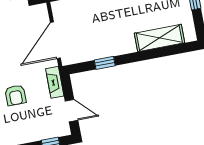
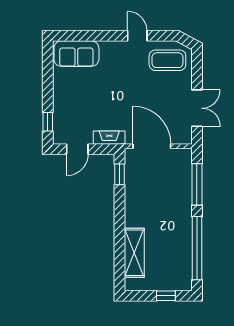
window: (105, 63) -> (119, 174), moved
armchair: (16, 95) -> (104, 95), removed

